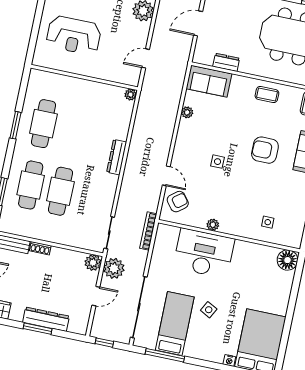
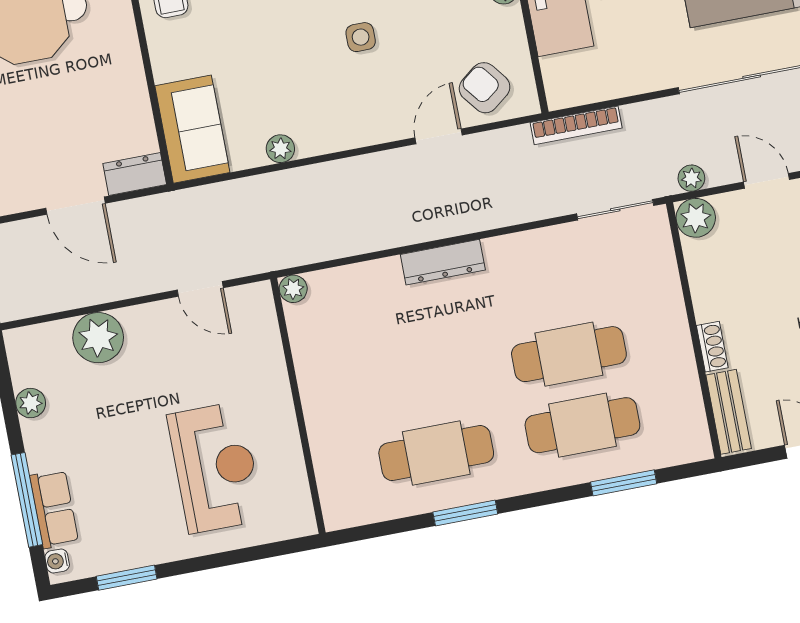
dresser: (226, 62) -> (135, 174), moved, turned 90
plant: (114, 268) -> (691, 178), width x0.53, depth x0.53

